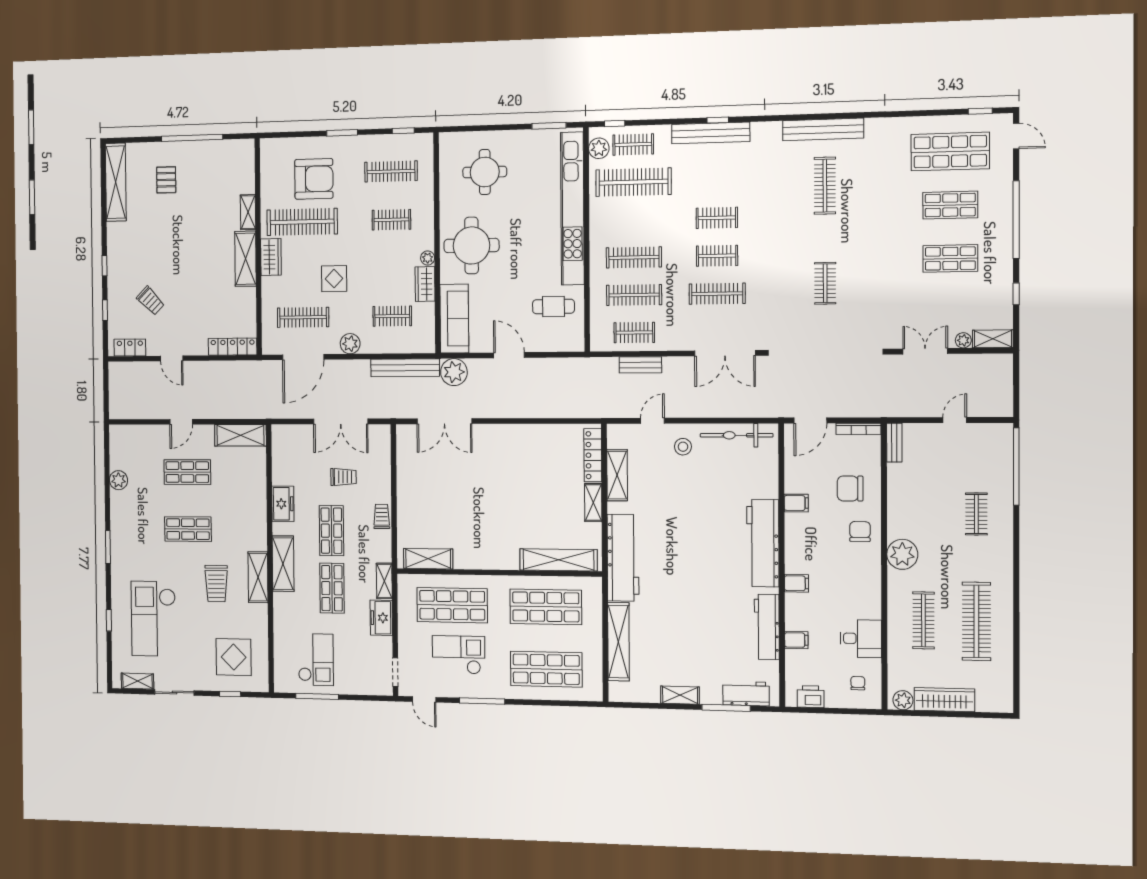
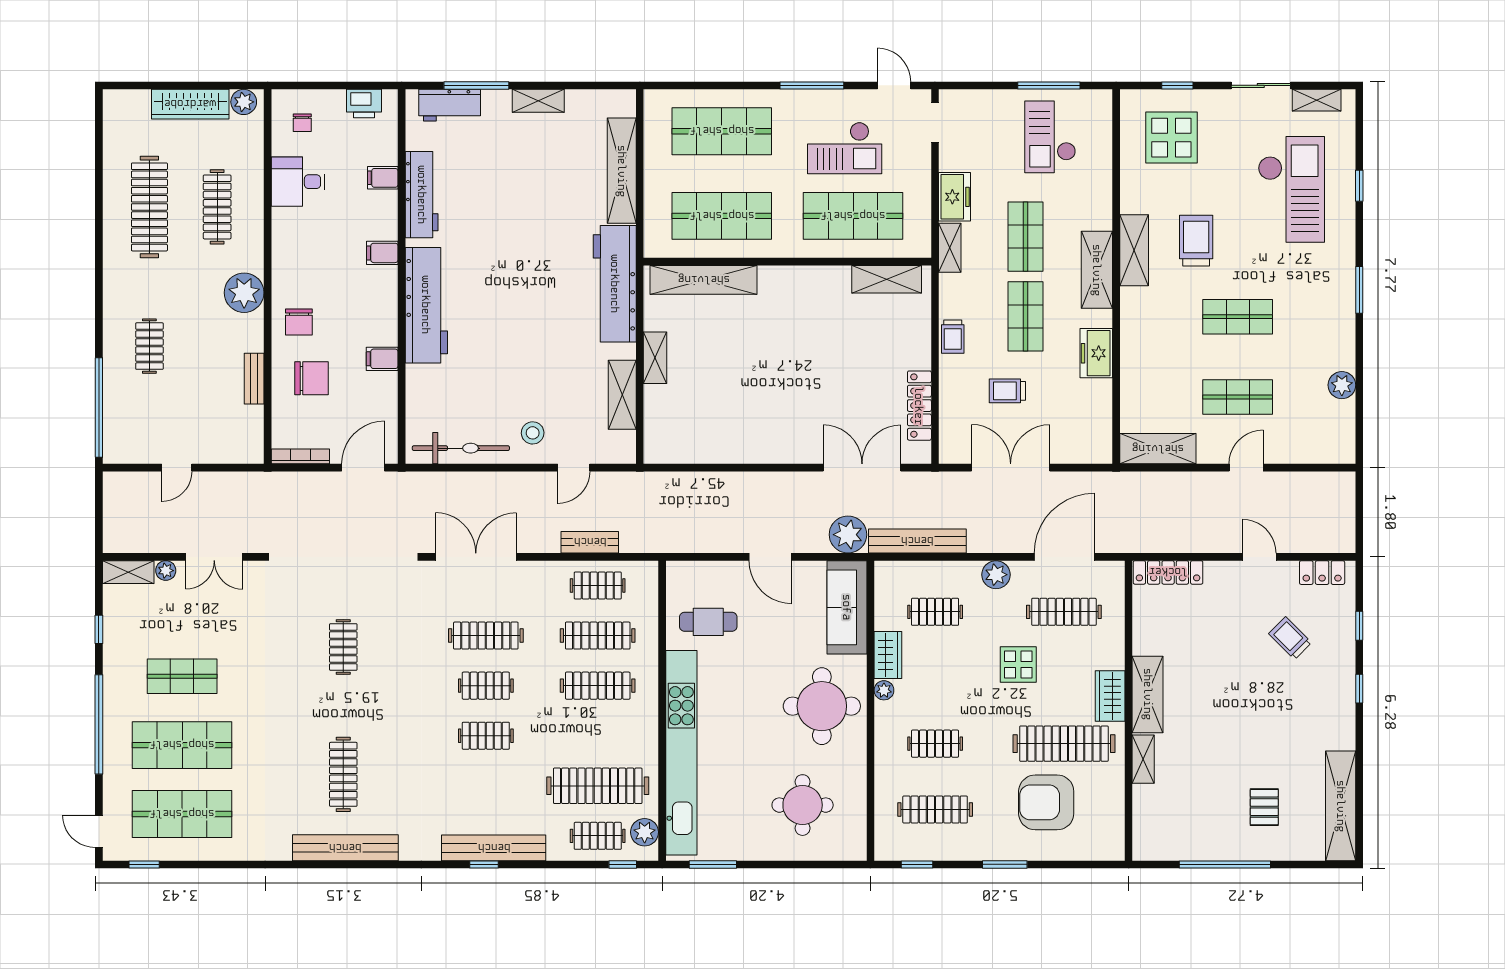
shop shelf: (950, 205) -> (182, 745), width x1.43, depth x1.36
bench: (894, 443) -> (254, 379), moved
locker: (593, 455) -> (919, 406), moved, turned 180

